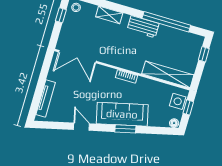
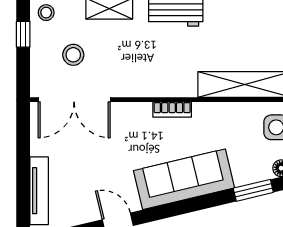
stool: (84, 33) -> (73, 55), added
window: (125, 129) -> (253, 190), moved

